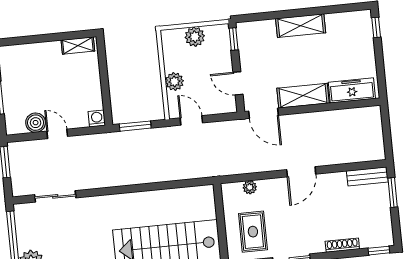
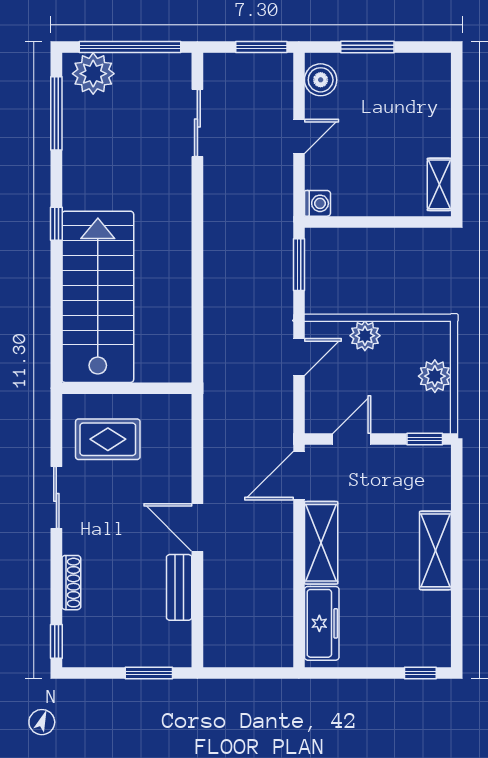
boiler: (36, 123) -> (321, 80), moved
bench: (367, 176) -> (179, 587), moved
plant: (250, 187) -> (181, 441), removed

